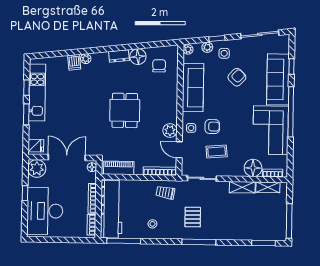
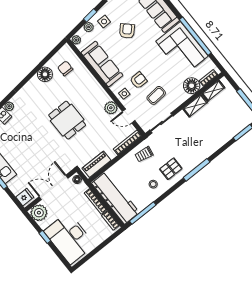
dresser: (119, 56) -> (31, 85), removed
window: (291, 112) -> (195, 36), moved
pallet: (193, 217) -> (171, 169), moved, turned 90

